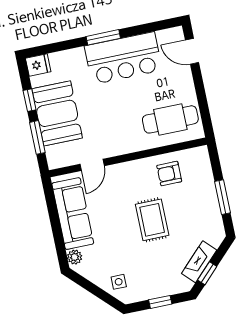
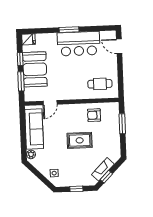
cafe table: (170, 119) -> (100, 84), width x0.73, depth x0.74
window: (222, 197) -> (122, 124), moved
rug: (152, 220) -> (80, 140), turned 90

